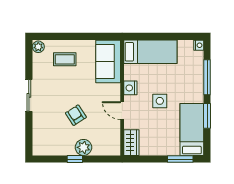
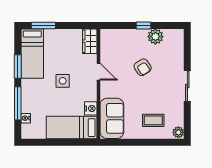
nightstand: (199, 45) -> (26, 118), moved
nightstand: (130, 88) -> (91, 108), moved
plant: (83, 147) -> (155, 37), moved

